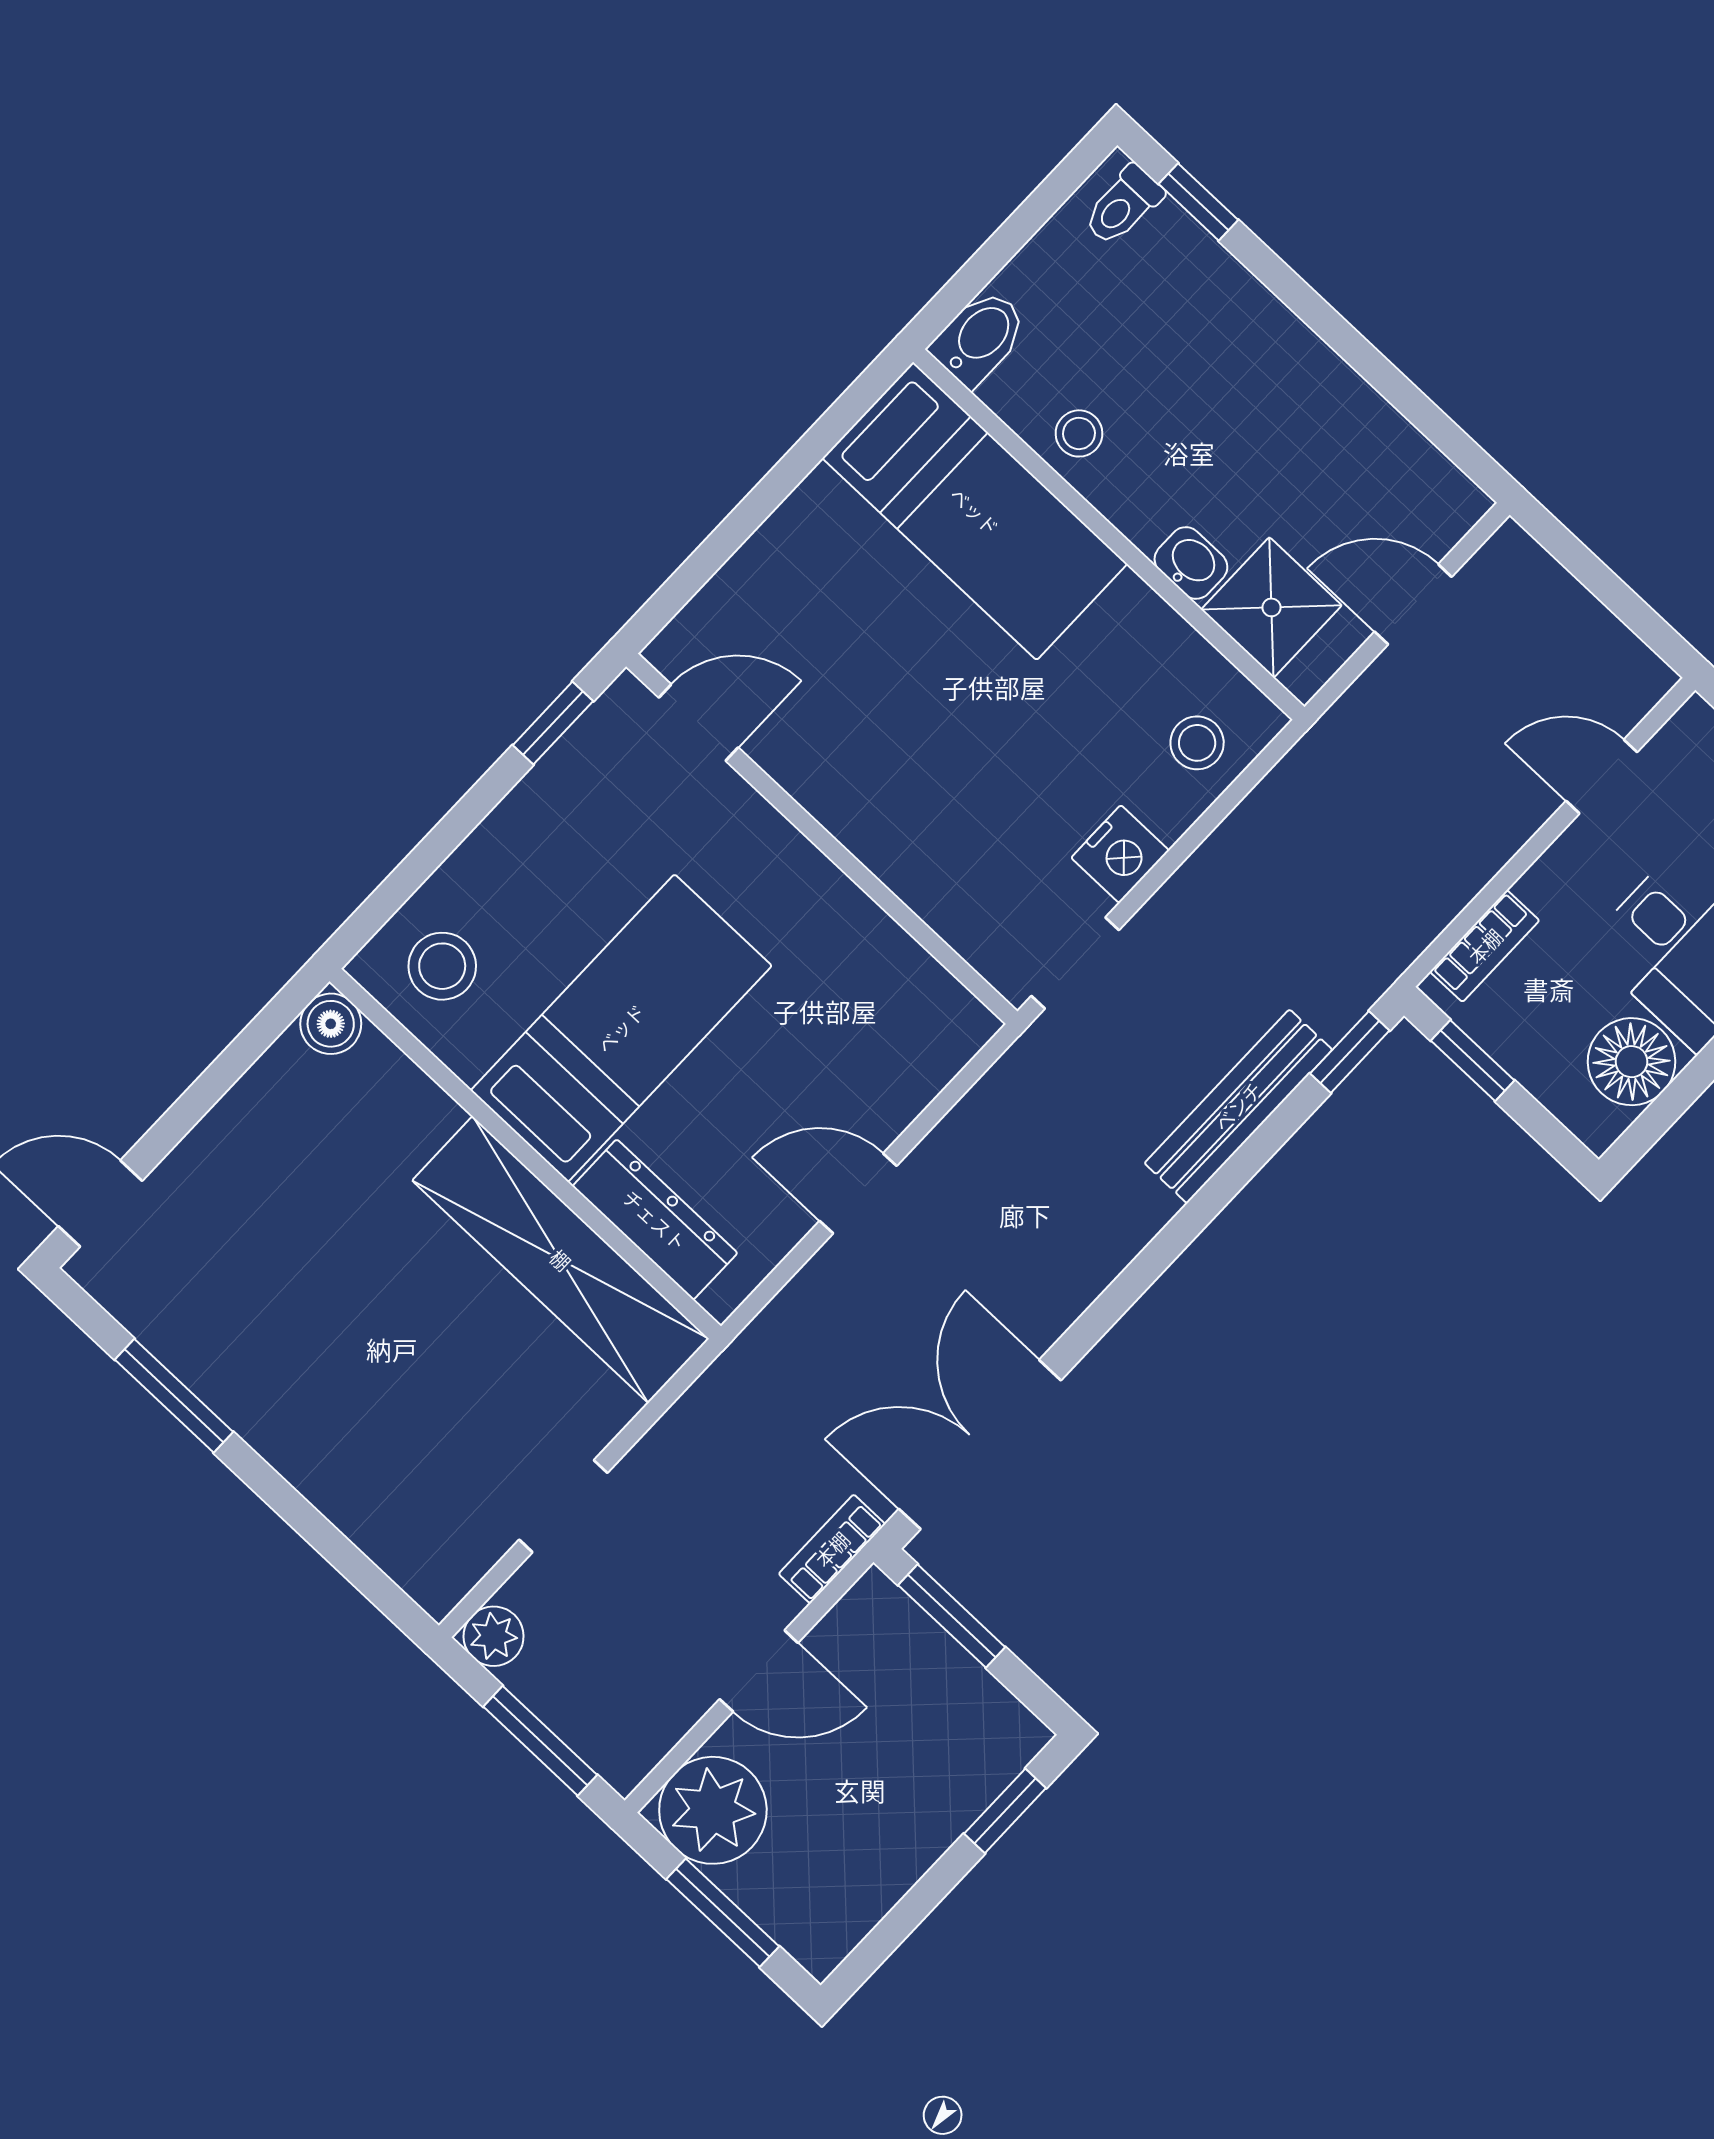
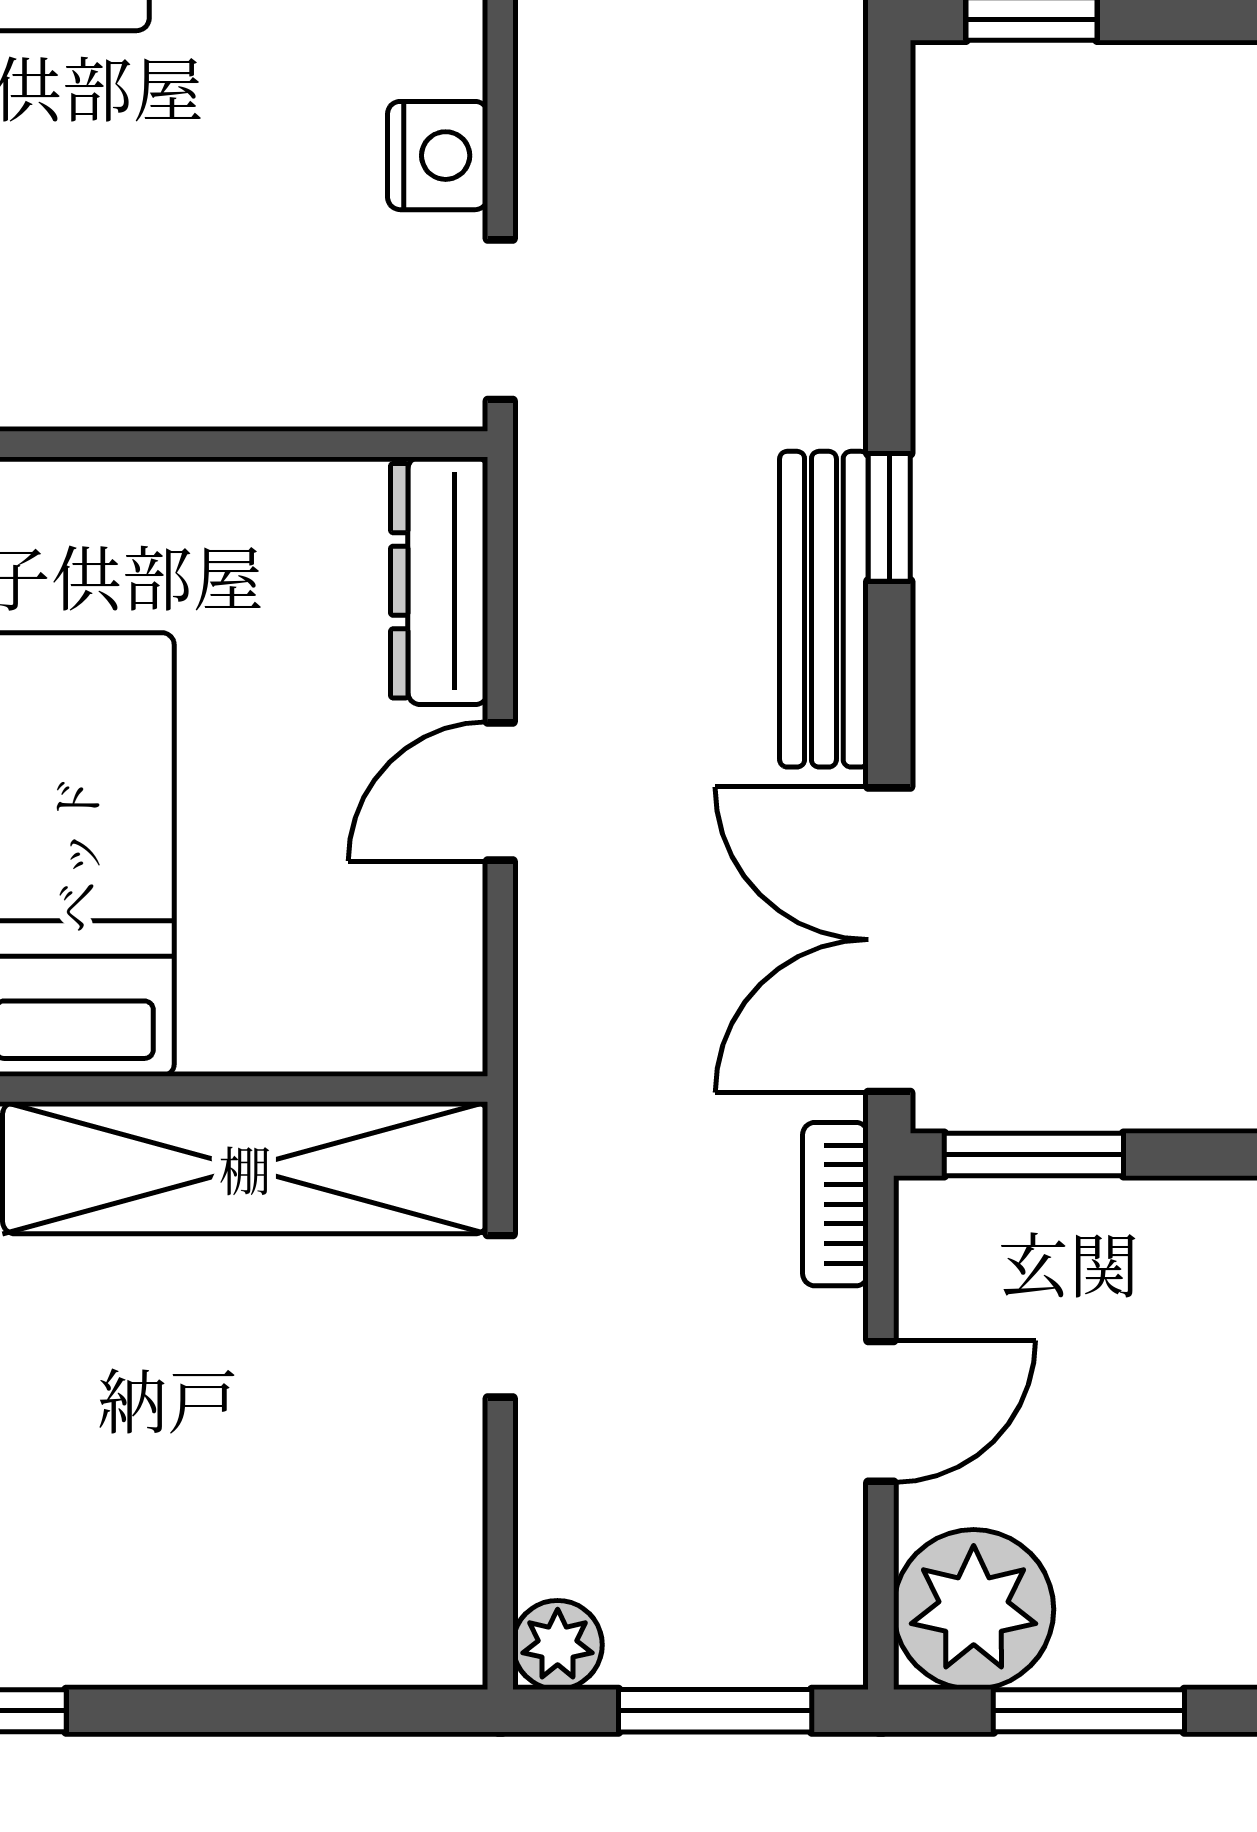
window: (1350, 1052) -> (889, 517), moved
bench: (1238, 1106) -> (824, 609), moved
dresser: (655, 1220) -> (439, 581), moved, turned -90
doorway: (563, 1506) -> (500, 1316), moved

